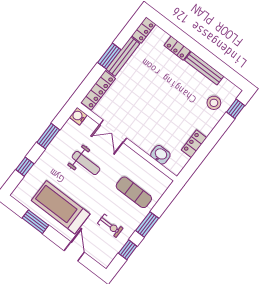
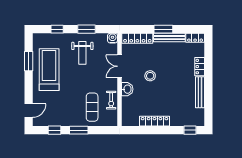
stool: (214, 103) -> (150, 76), moved
locker: (194, 144) -> (154, 121), width x1.53
washbasin: (160, 155) -> (127, 89), moved
weight bench: (86, 163) -> (82, 53), moved
exercise bike: (110, 226) -> (111, 100), moved
door: (74, 251) -> (29, 111), moved

